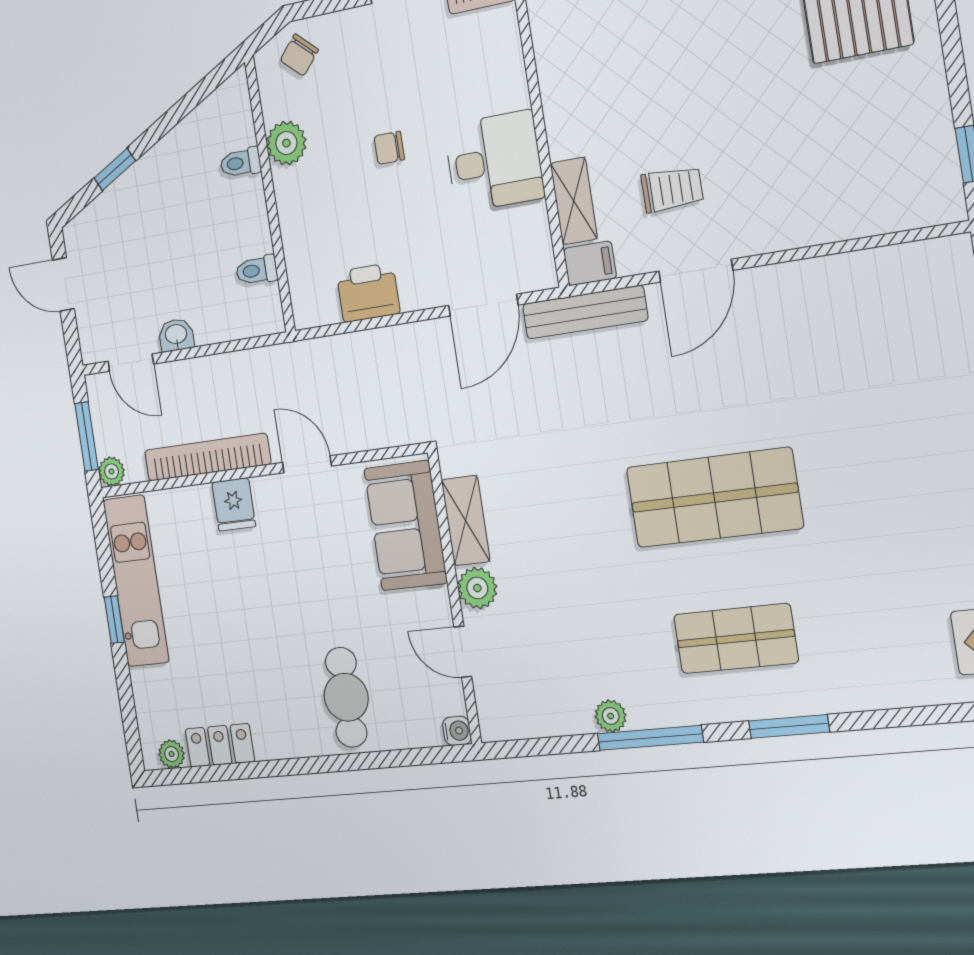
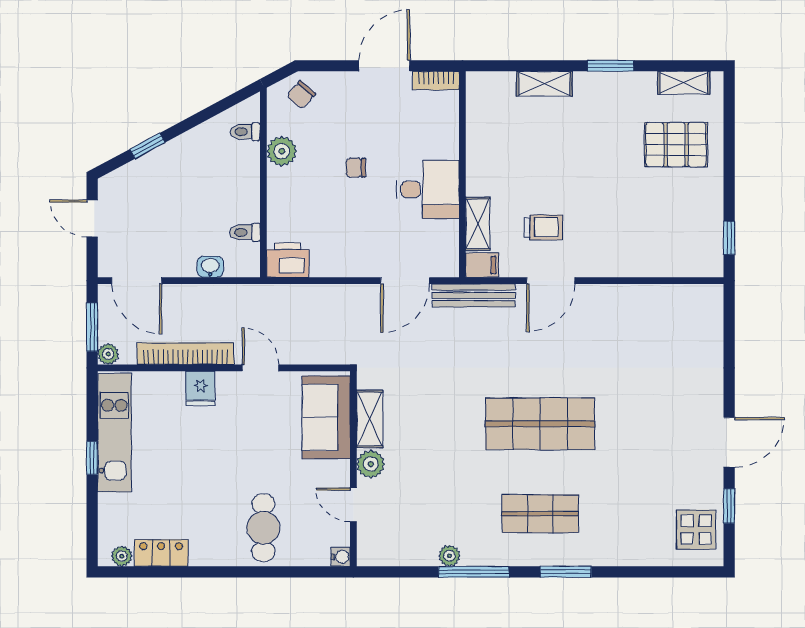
toilet: (241, 163) -> (245, 132), moved
printer: (368, 293) -> (288, 260), moved
washbasin: (176, 335) -> (210, 267), moved
door: (131, 363) -> (137, 281), width x1.38

